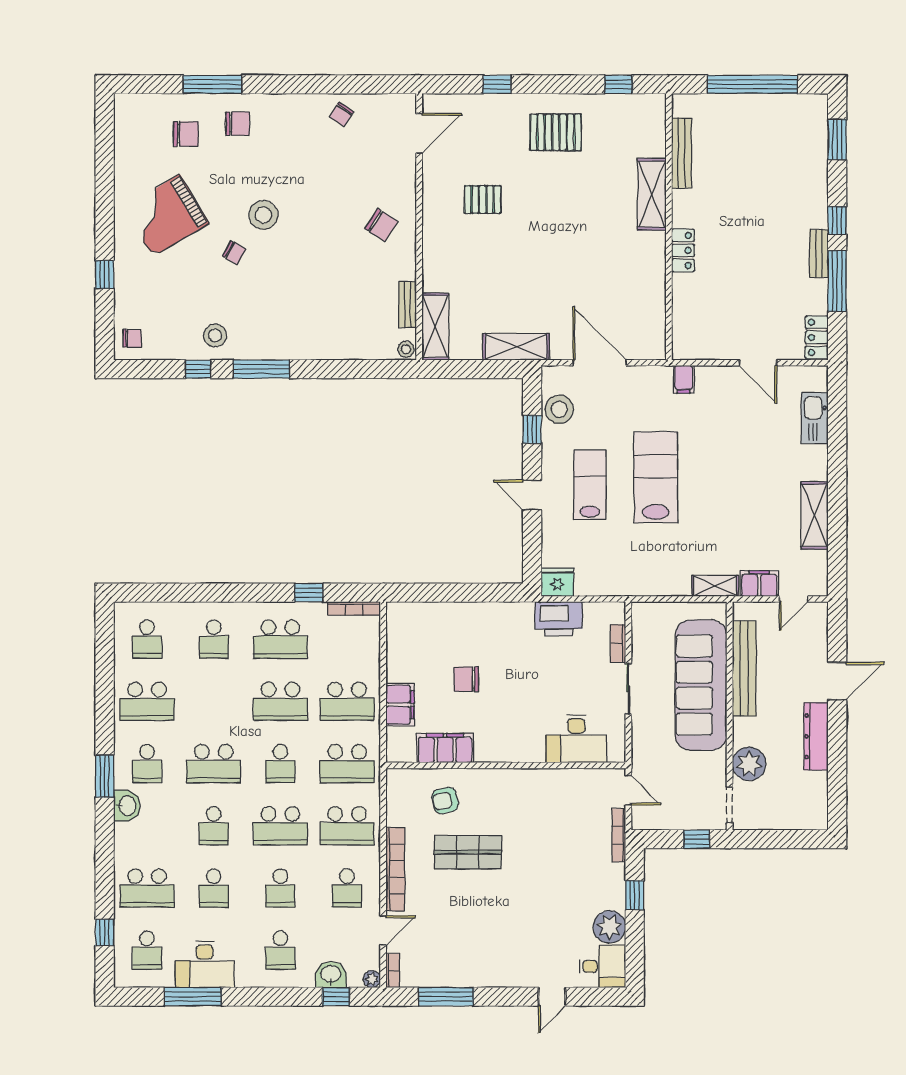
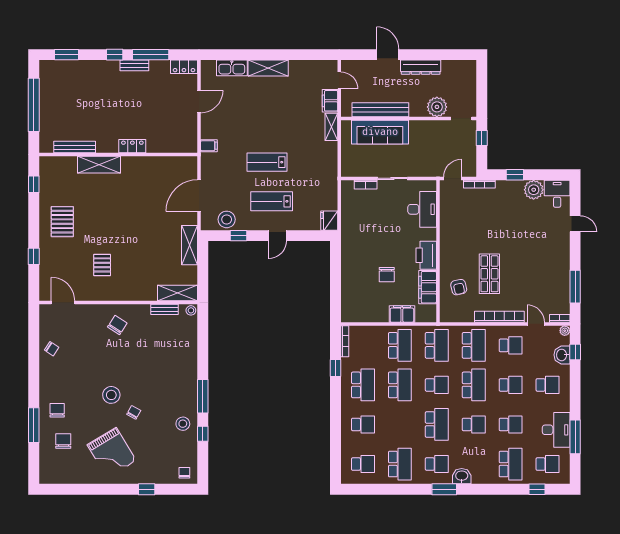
lab bench: (656, 477) -> (267, 162), width x0.73, depth x0.72
shelving: (815, 515) -> (268, 68), moved
printer: (559, 619) -> (426, 255), moved, turned 180
sofa: (701, 685) -> (380, 132), width x0.74, depth x0.79

